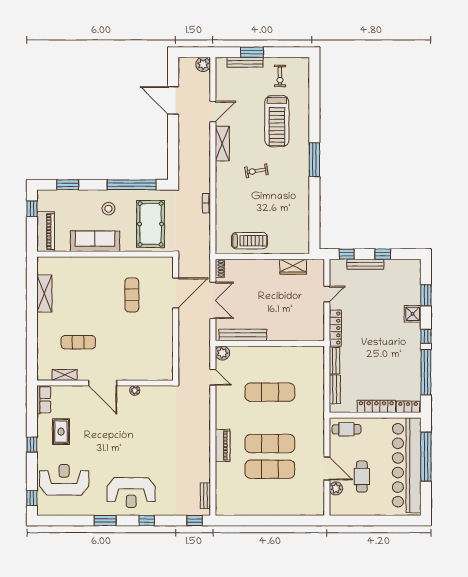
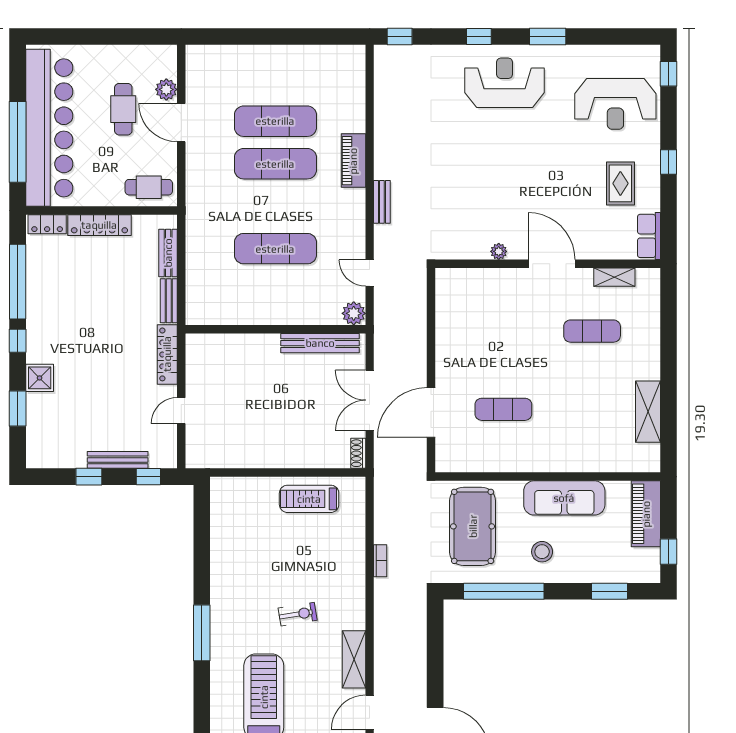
wardrobe: (293, 267) -> (237, 456), removed
exercise mat: (132, 295) -> (503, 409), turned 90
bench: (205, 496) -> (382, 202), moved

